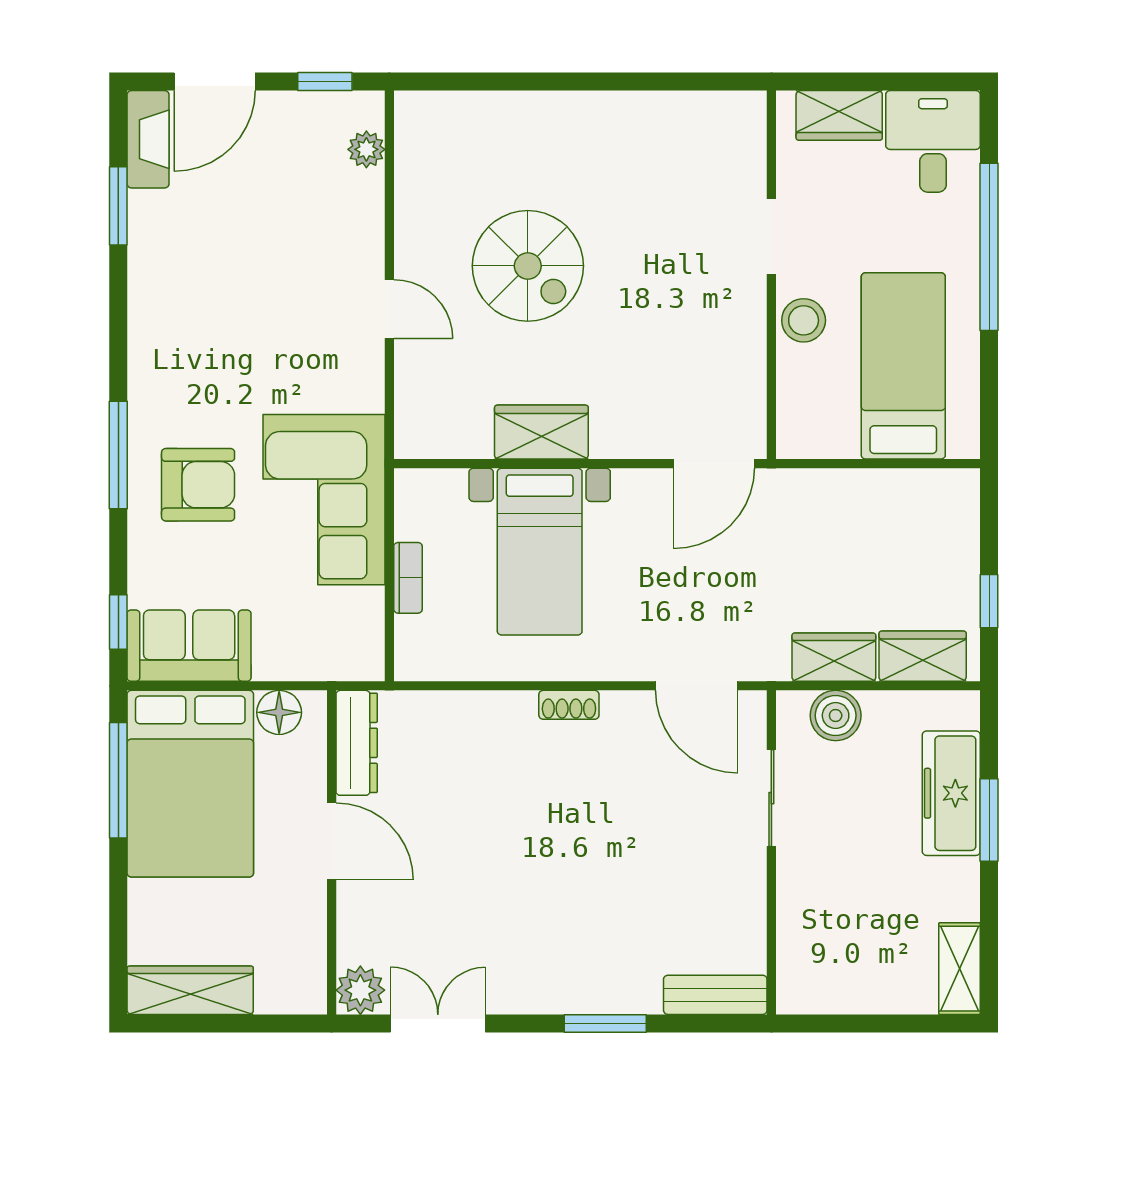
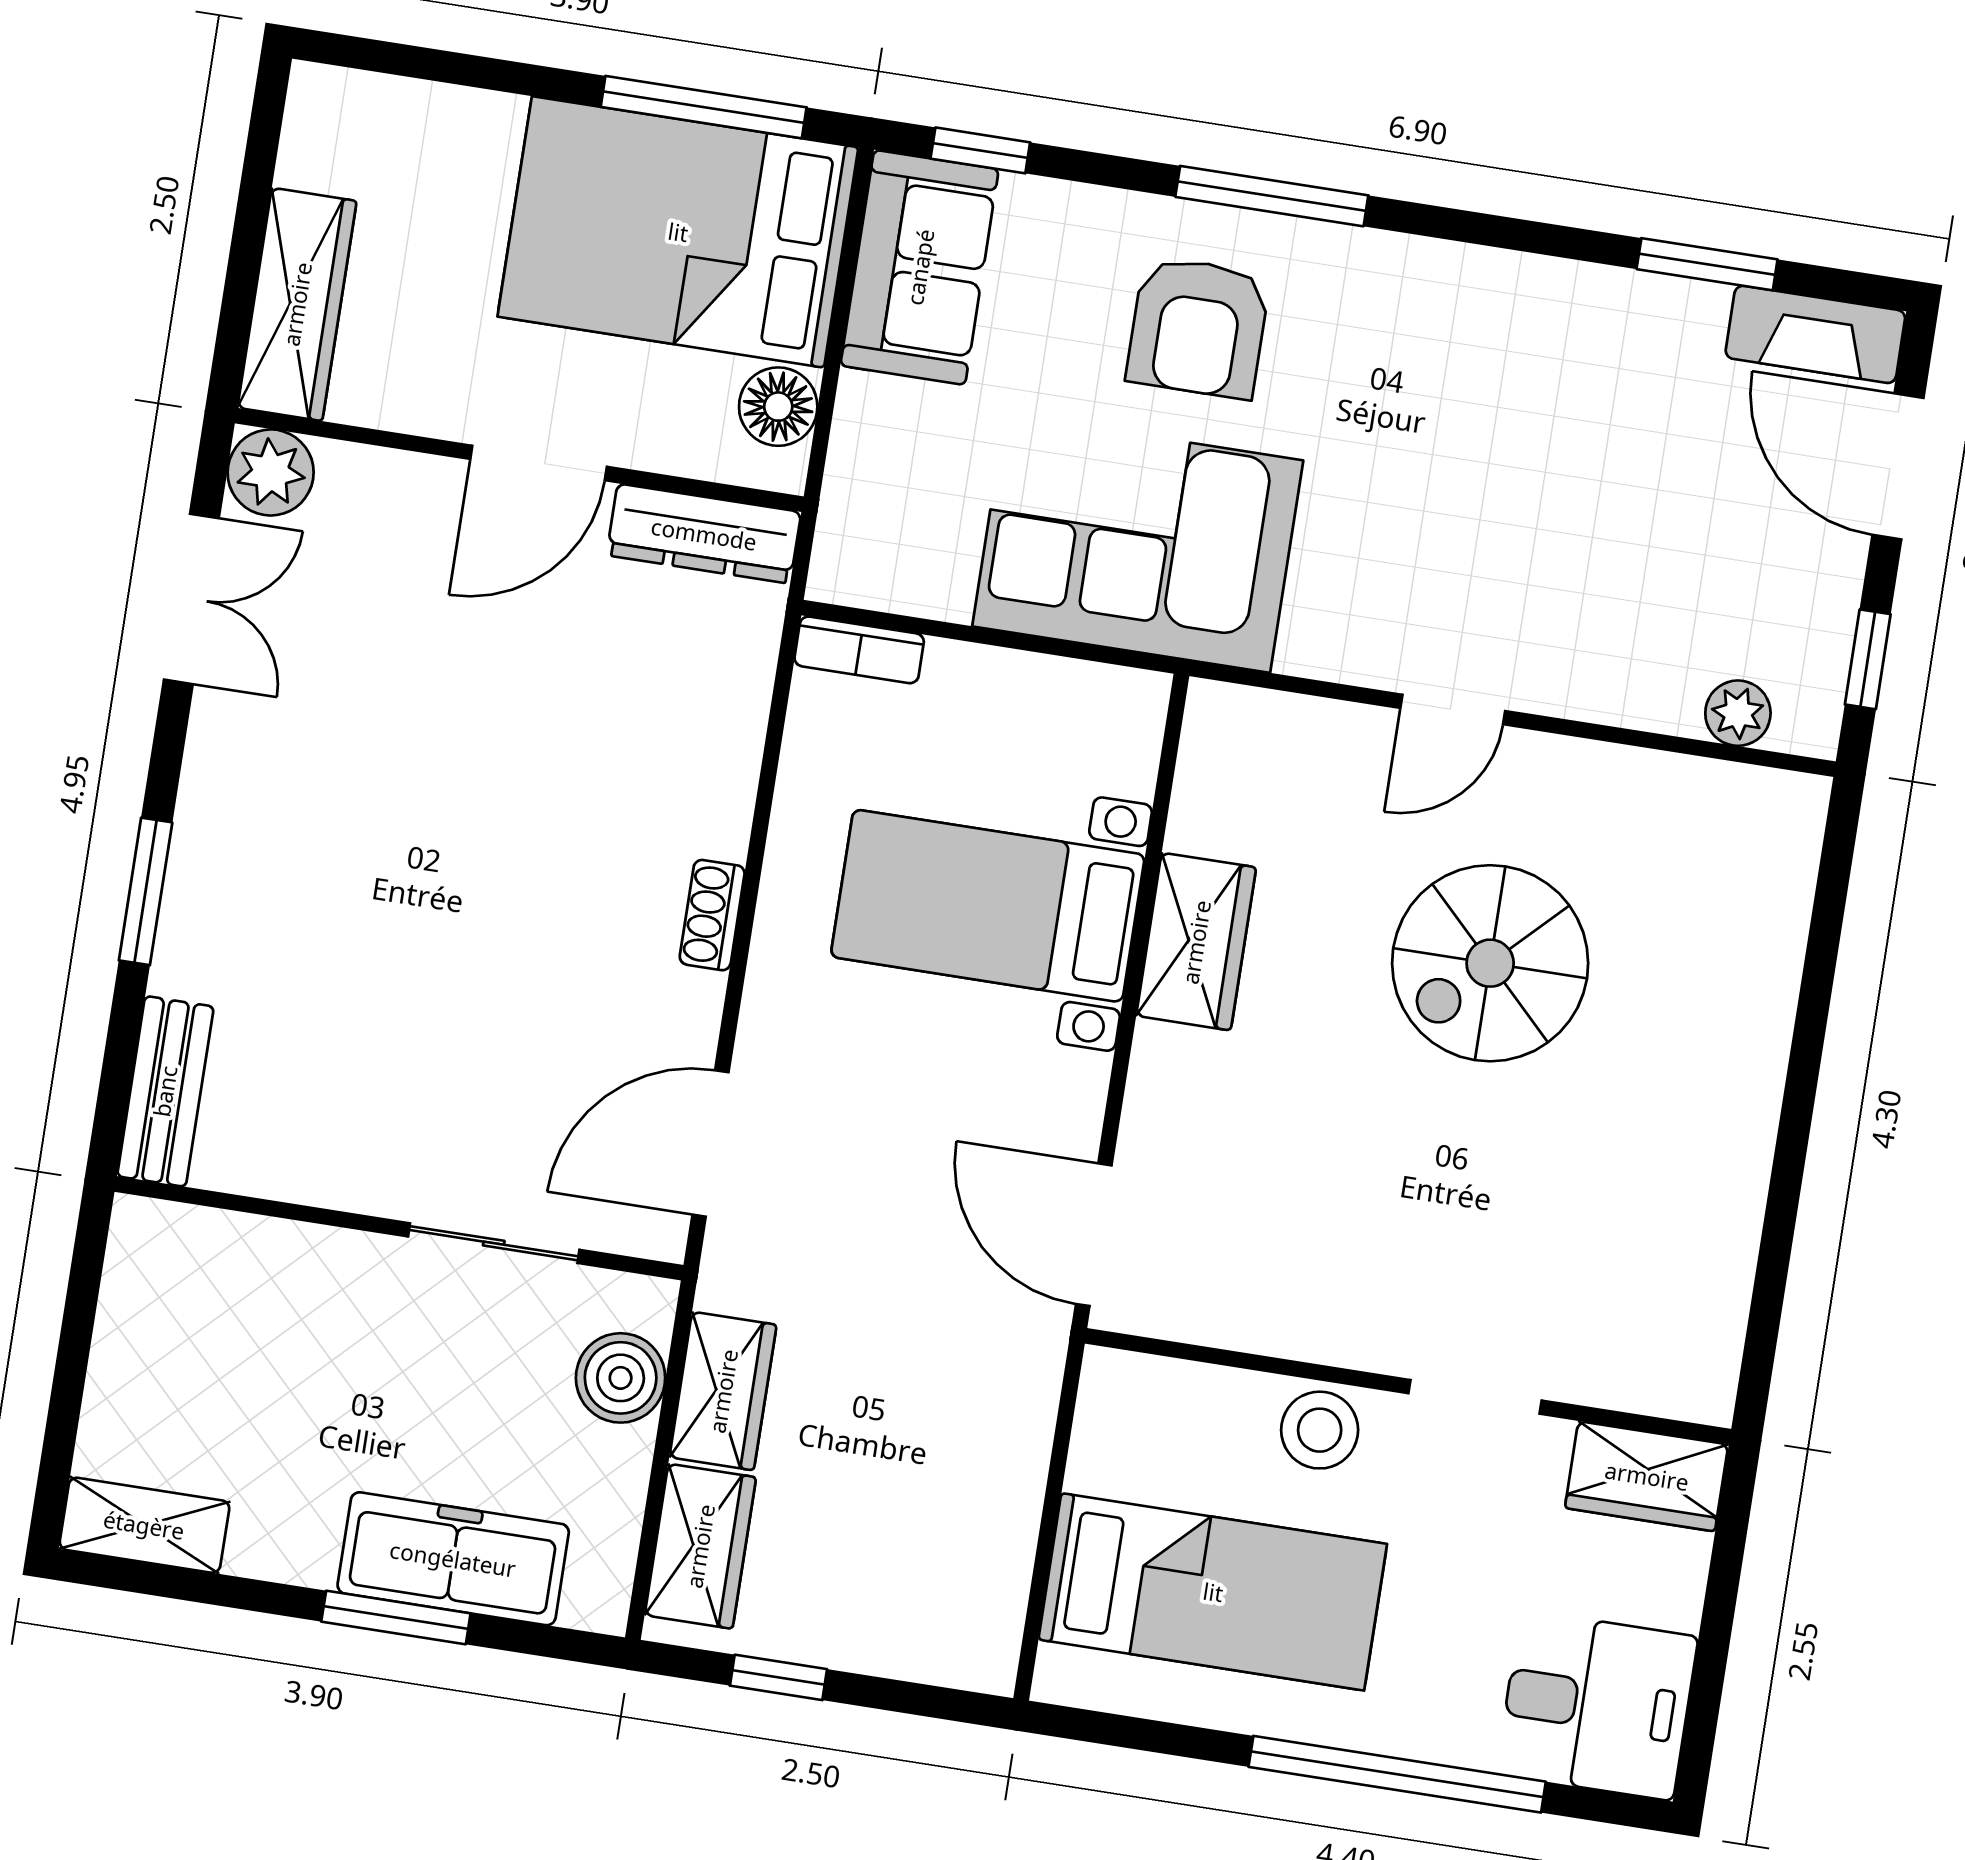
wardrobe: (839, 115) -> (1647, 1476), moved, turned -90
bookcase: (408, 578) -> (859, 650), moved
wardrobe: (190, 990) -> (297, 304), moved

